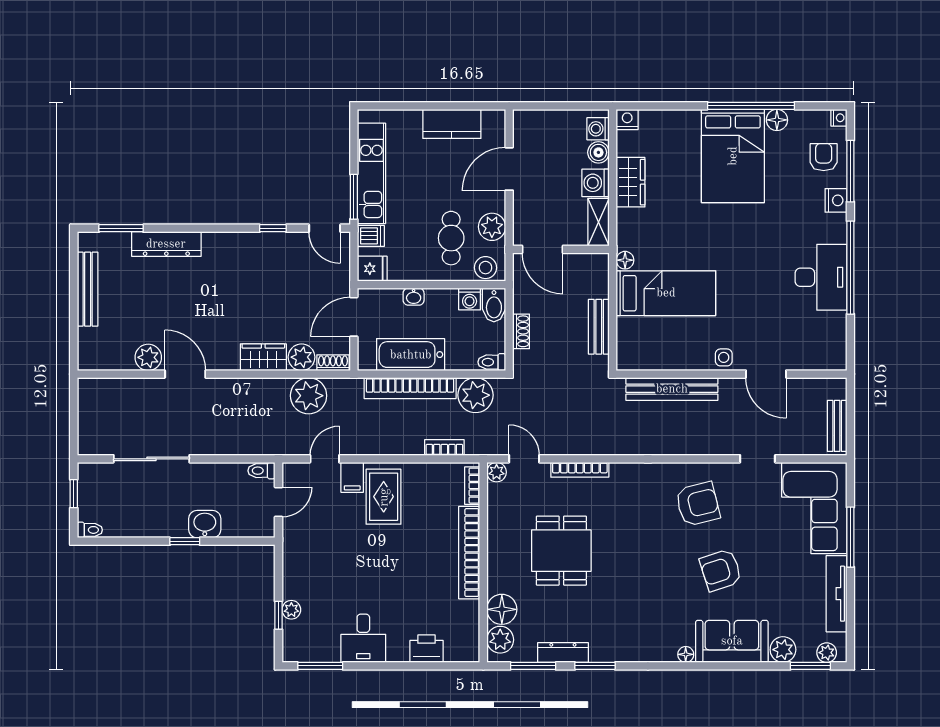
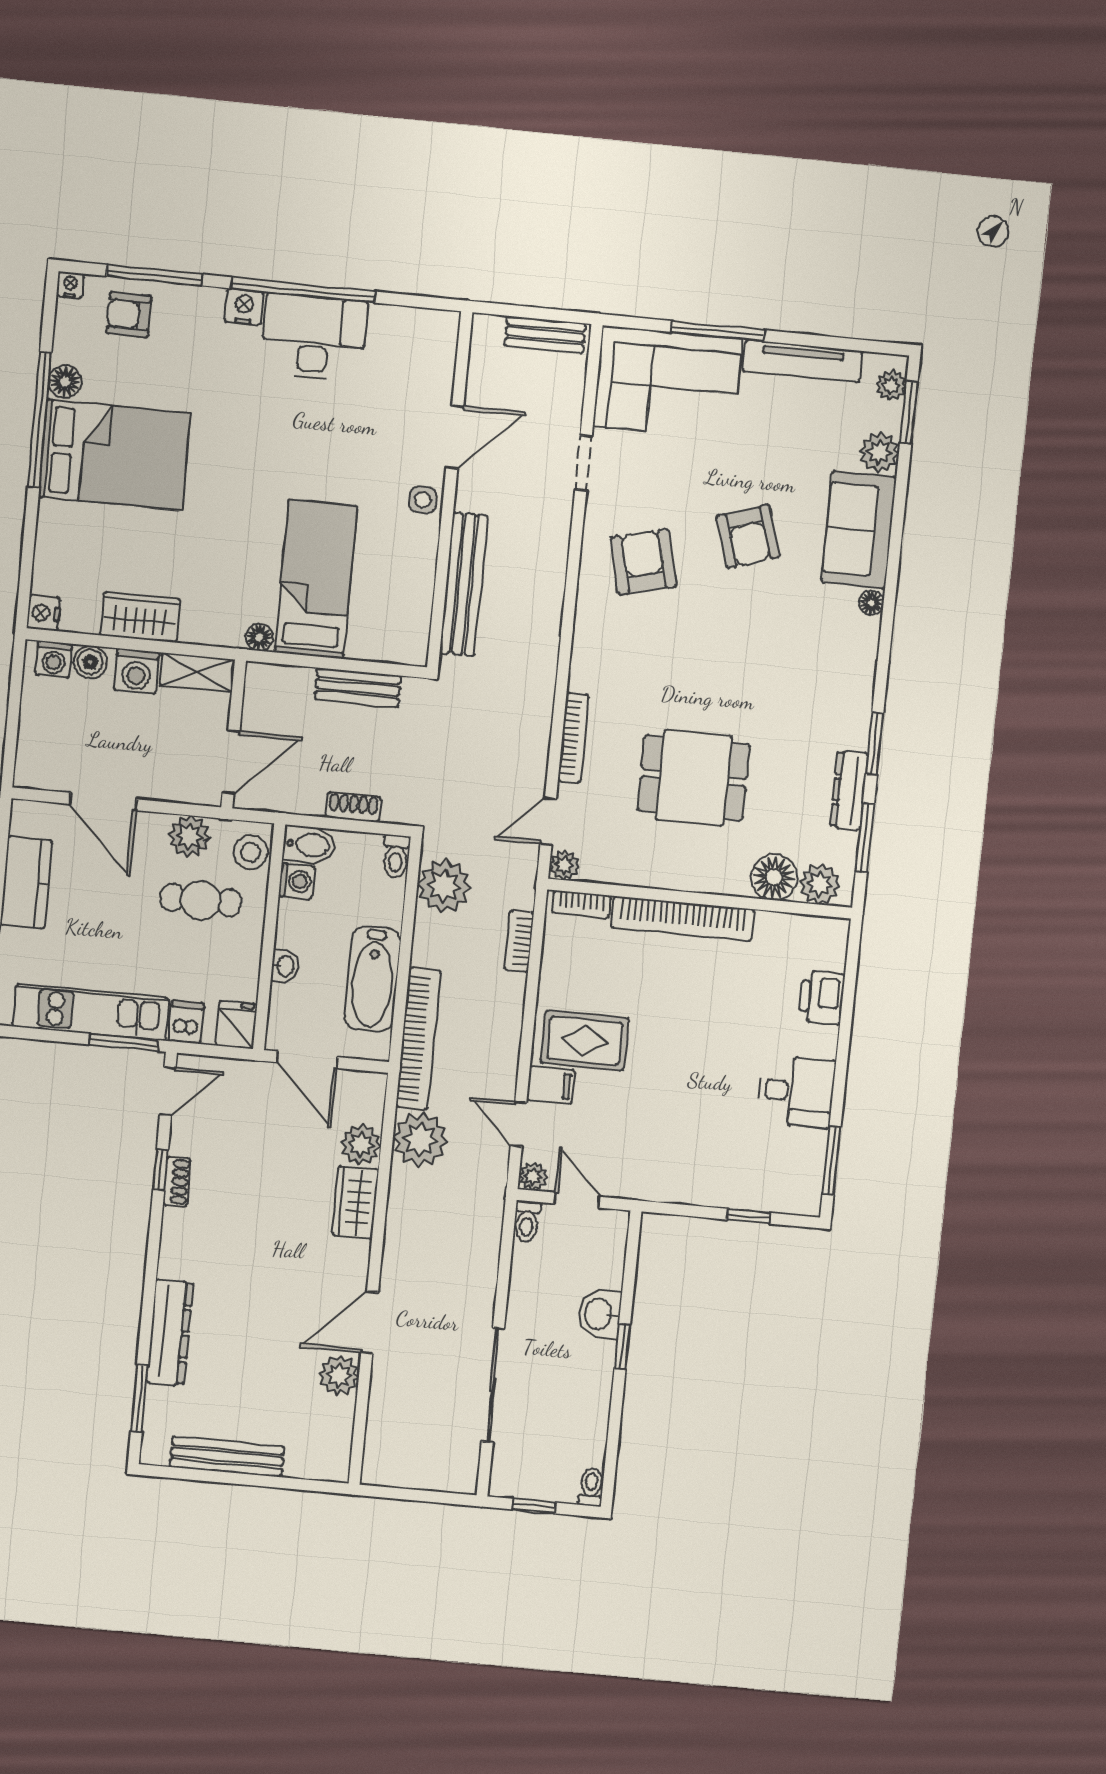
nightstand: (836, 200) -> (244, 307), moved
shoe rack: (333, 363) -> (177, 1182), moved, turned 180
bookcase: (410, 388) -> (418, 1039), moved
plant: (291, 610) -> (533, 1176), moved

